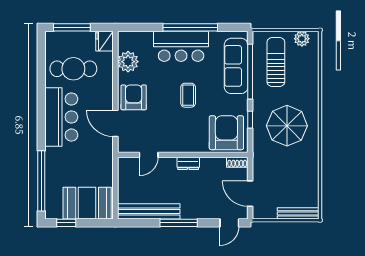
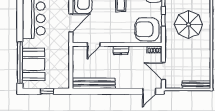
door: (115, 123) -> (71, 23), swing flipped
armchair: (226, 133) -> (147, 29), turned -90
booth: (87, 203) -> (34, 64), moved, turned 90
window: (66, 223) -> (47, 91), moved
window: (179, 223) -> (114, 91), removed

